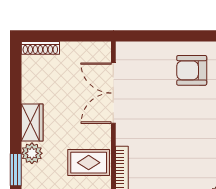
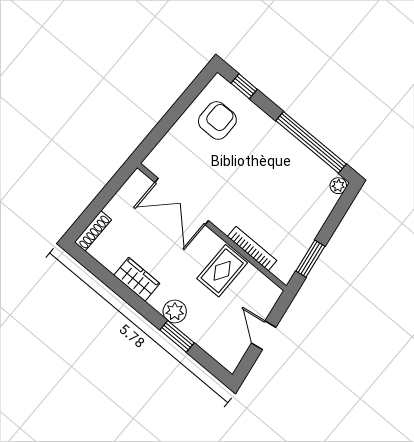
armchair: (192, 70) -> (217, 120), turned 180
wardrobe: (32, 122) -> (137, 279), moved

